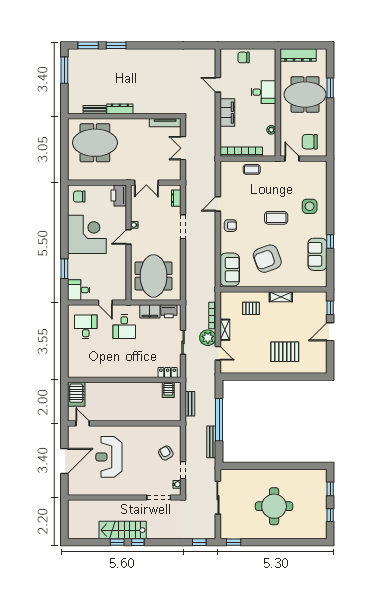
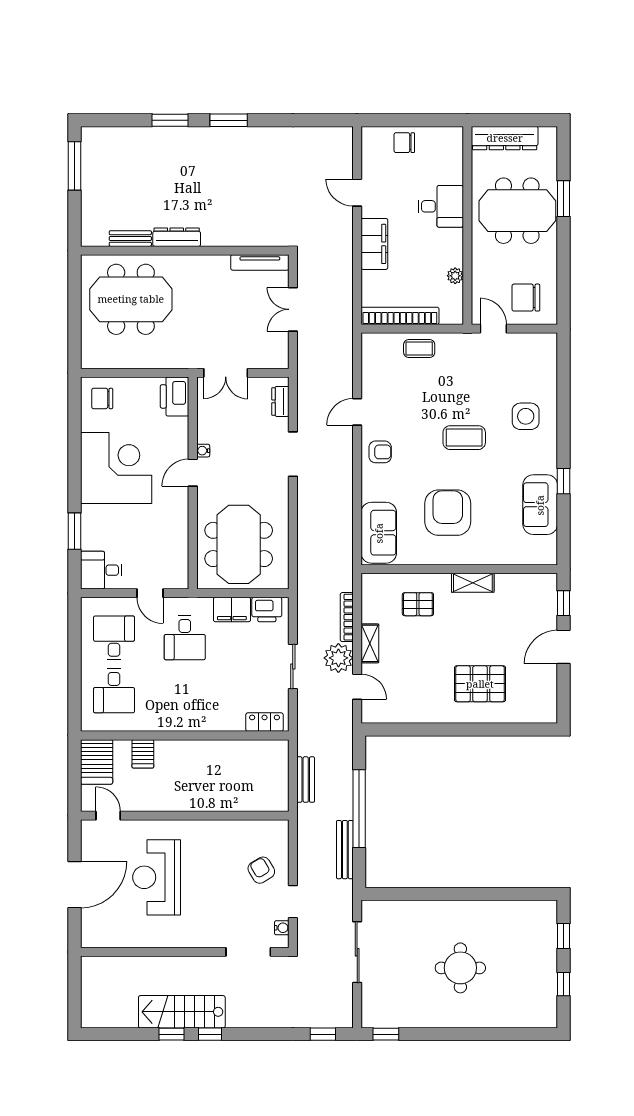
window: (88, 45) -> (229, 120), moved
armchair: (267, 259) -> (448, 513), turned 110
desk: (86, 356) -> (114, 691), added
server rack: (168, 390) -> (143, 754), moved
round table: (274, 506) -> (460, 968), width x0.73, depth x0.73

